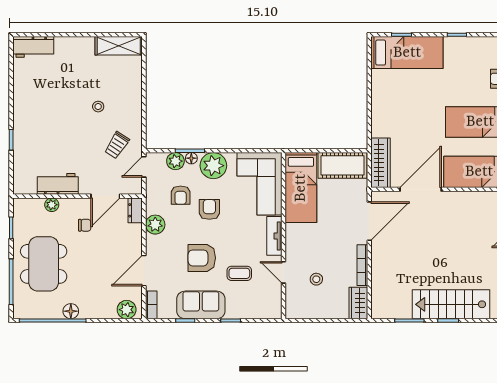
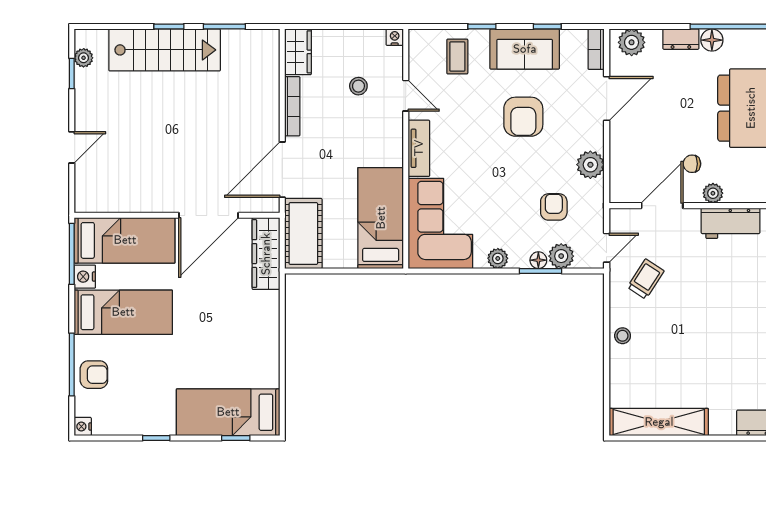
shelving: (119, 46) -> (659, 422), width x1.47
stool: (98, 107) -> (623, 336), moved
cot: (342, 165) -> (303, 234), moved, turned 90
plant: (213, 166) -> (498, 258), width x0.53, depth x0.53
plant: (52, 205) -> (713, 193), moved
armchair: (209, 209) -> (512, 186), removed
dresser: (135, 210) -> (681, 39), moved, turned 90
armchair: (202, 258) -> (523, 117), turned 90
coffee table: (239, 273) -> (457, 56), moved, turned 90
nightstand: (291, 313) -> (395, 37), added

